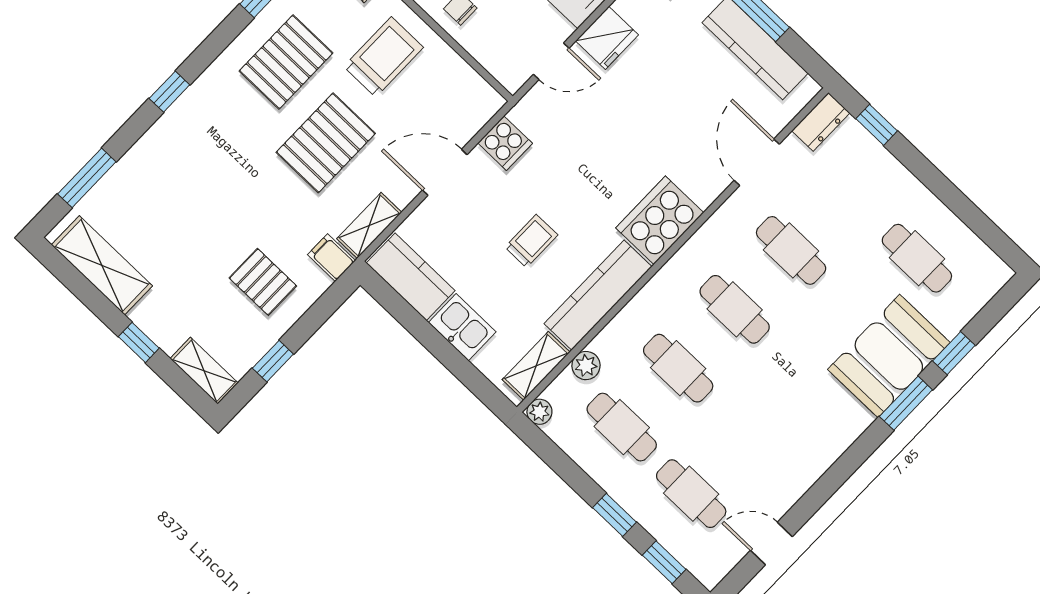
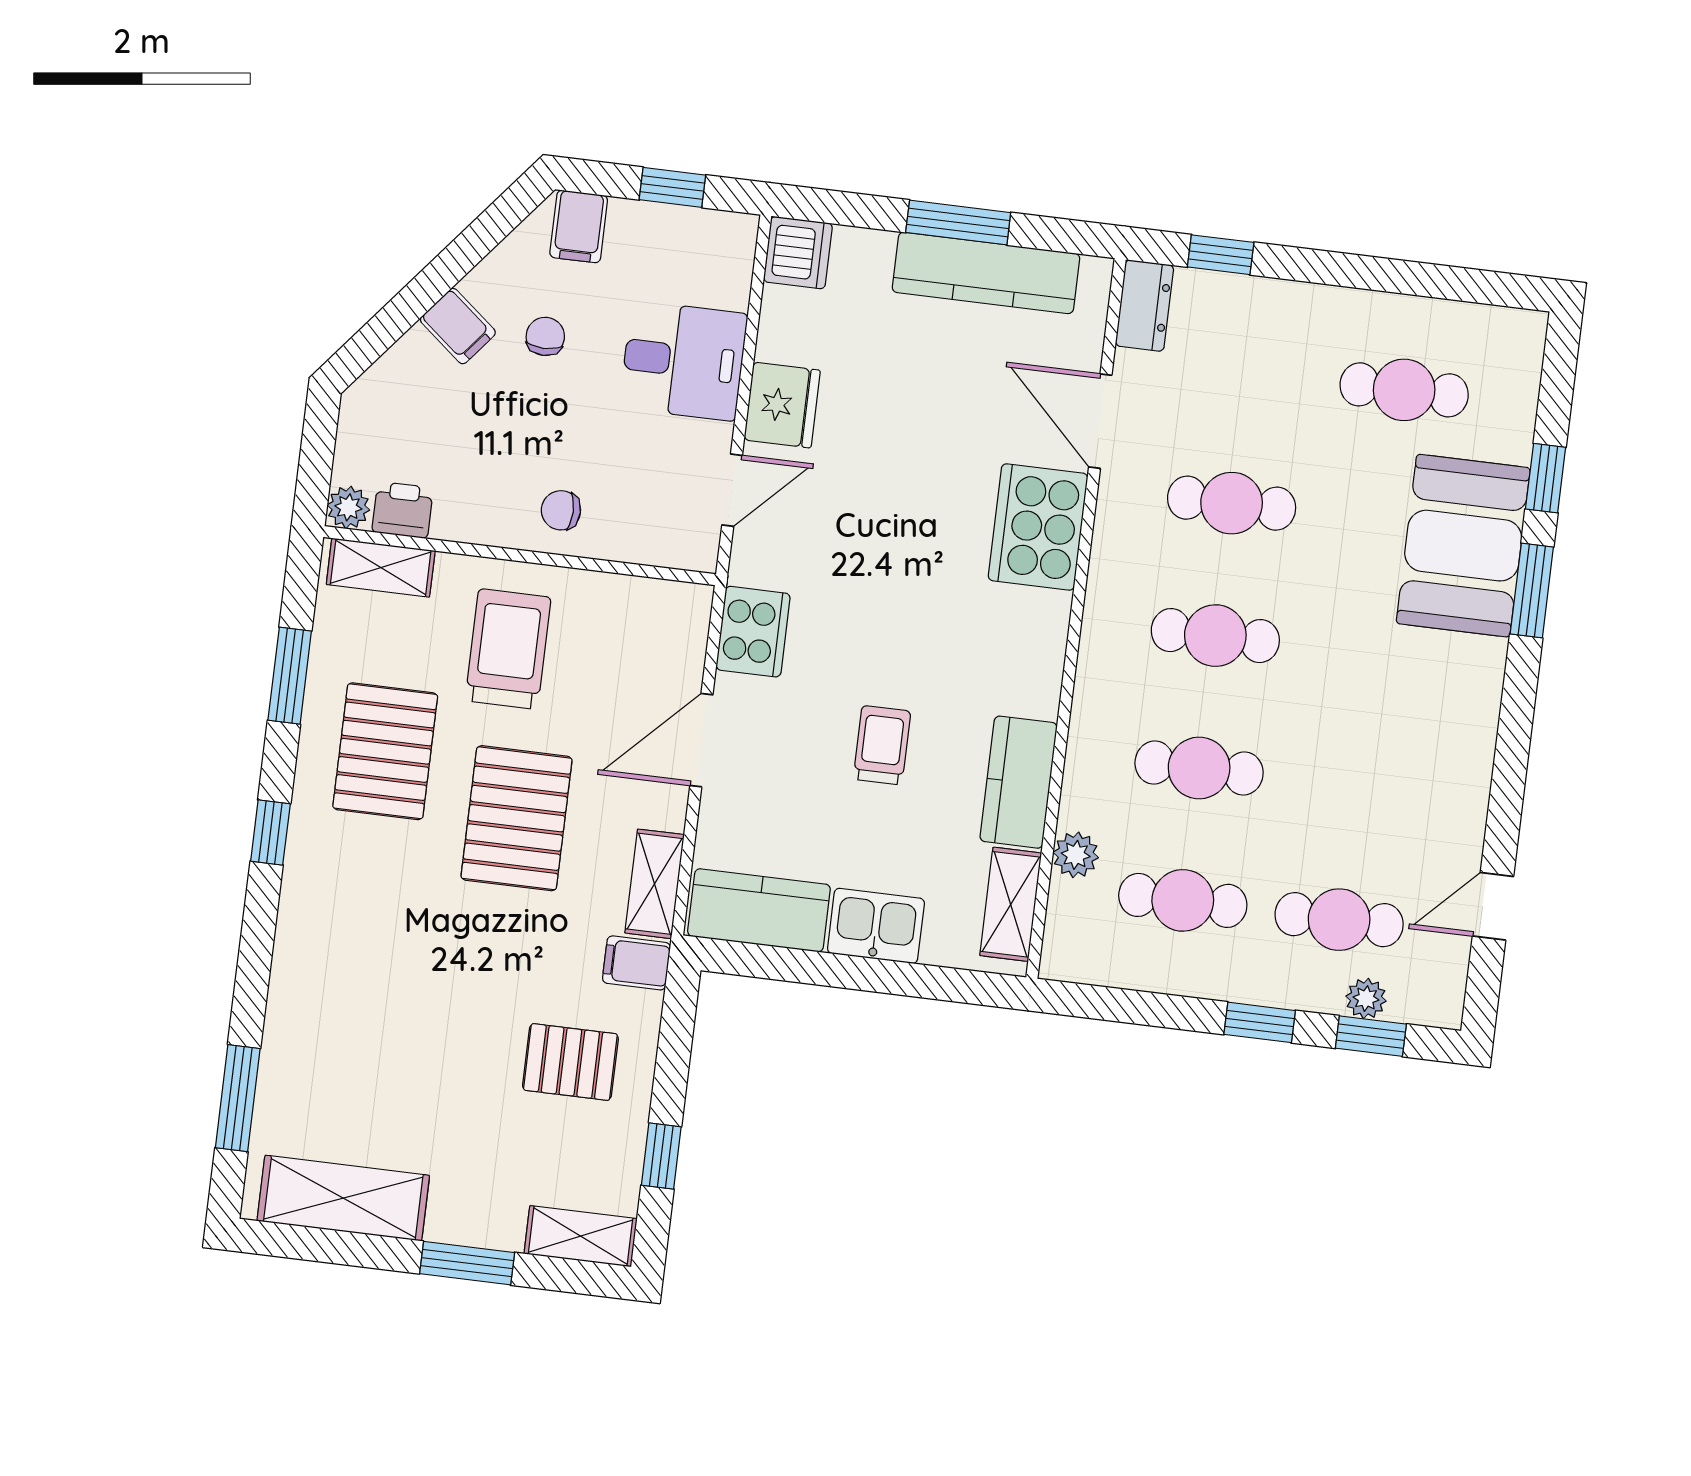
window: (169, 92) -> (270, 832), moved
cooker: (505, 143) -> (753, 632), width x1.36
cooker: (660, 220) -> (1038, 527), moved
kitchen counter: (598, 295) -> (1019, 782), width x0.67
window: (139, 342) -> (467, 1263), width x1.50
plant: (539, 412) -> (1366, 999), moved

